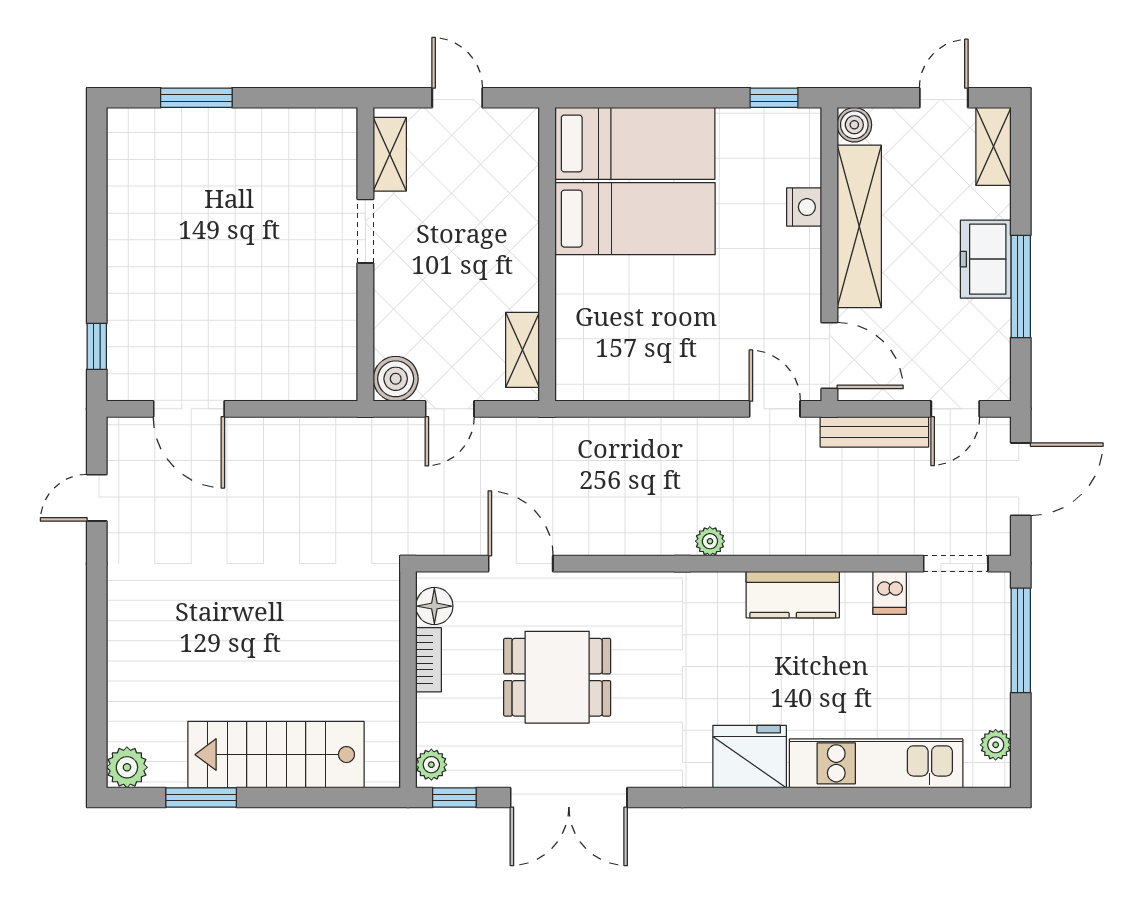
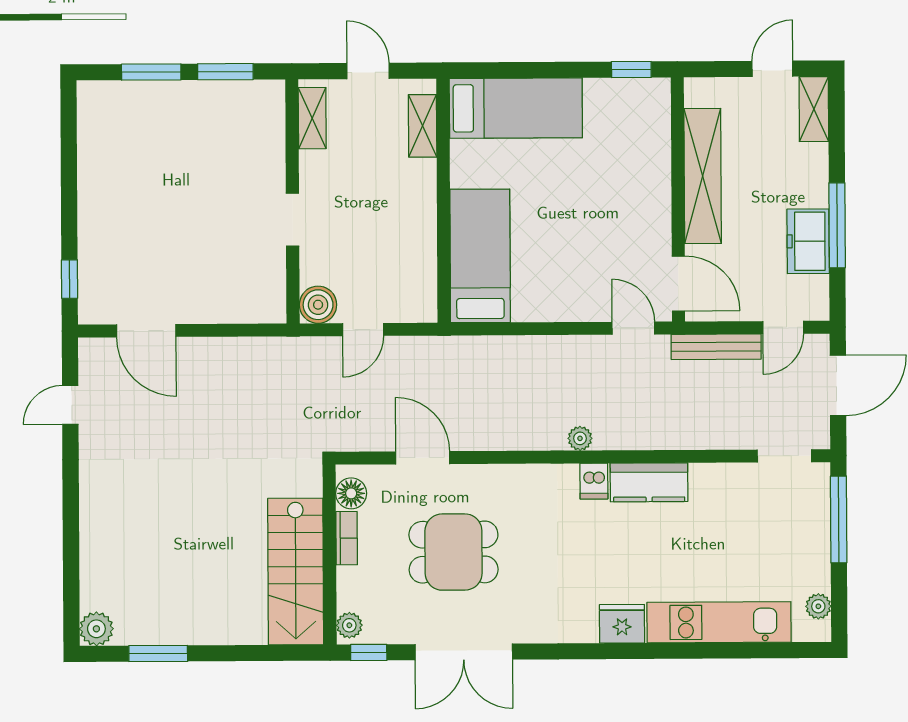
window: (286, 98) -> (225, 72), added
boiler: (854, 125) -> (698, 92), removed
nightstand: (804, 207) -> (657, 160), removed
bed: (635, 219) -> (480, 256), moved, turned -90
doorway: (365, 231) -> (293, 220), moved
freezer: (986, 259) -> (808, 241), moved
shelving: (523, 350) -> (423, 126), moved
dishwasher: (890, 593) -> (594, 481), moved
stairs: (276, 755) -> (296, 572), moved, turned -90
fridge: (750, 757) -> (622, 624), width x0.73, depth x0.75

